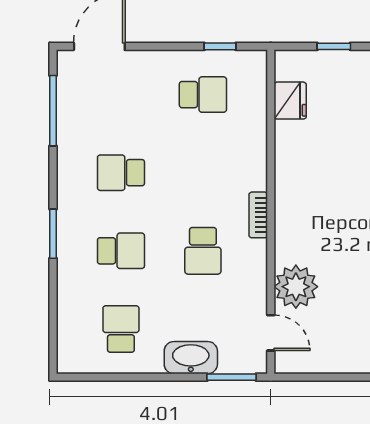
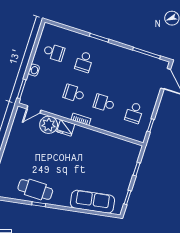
fridge: (290, 101) -> (66, 128), moved
school desk: (121, 173) -> (104, 103), moved, turned -90
washbasin: (191, 358) -> (34, 70), width x0.52, depth x0.69

